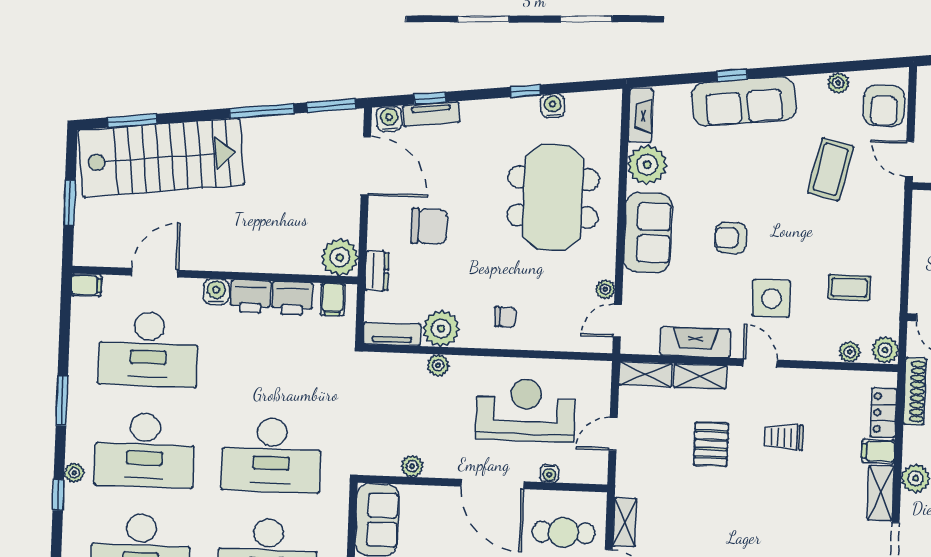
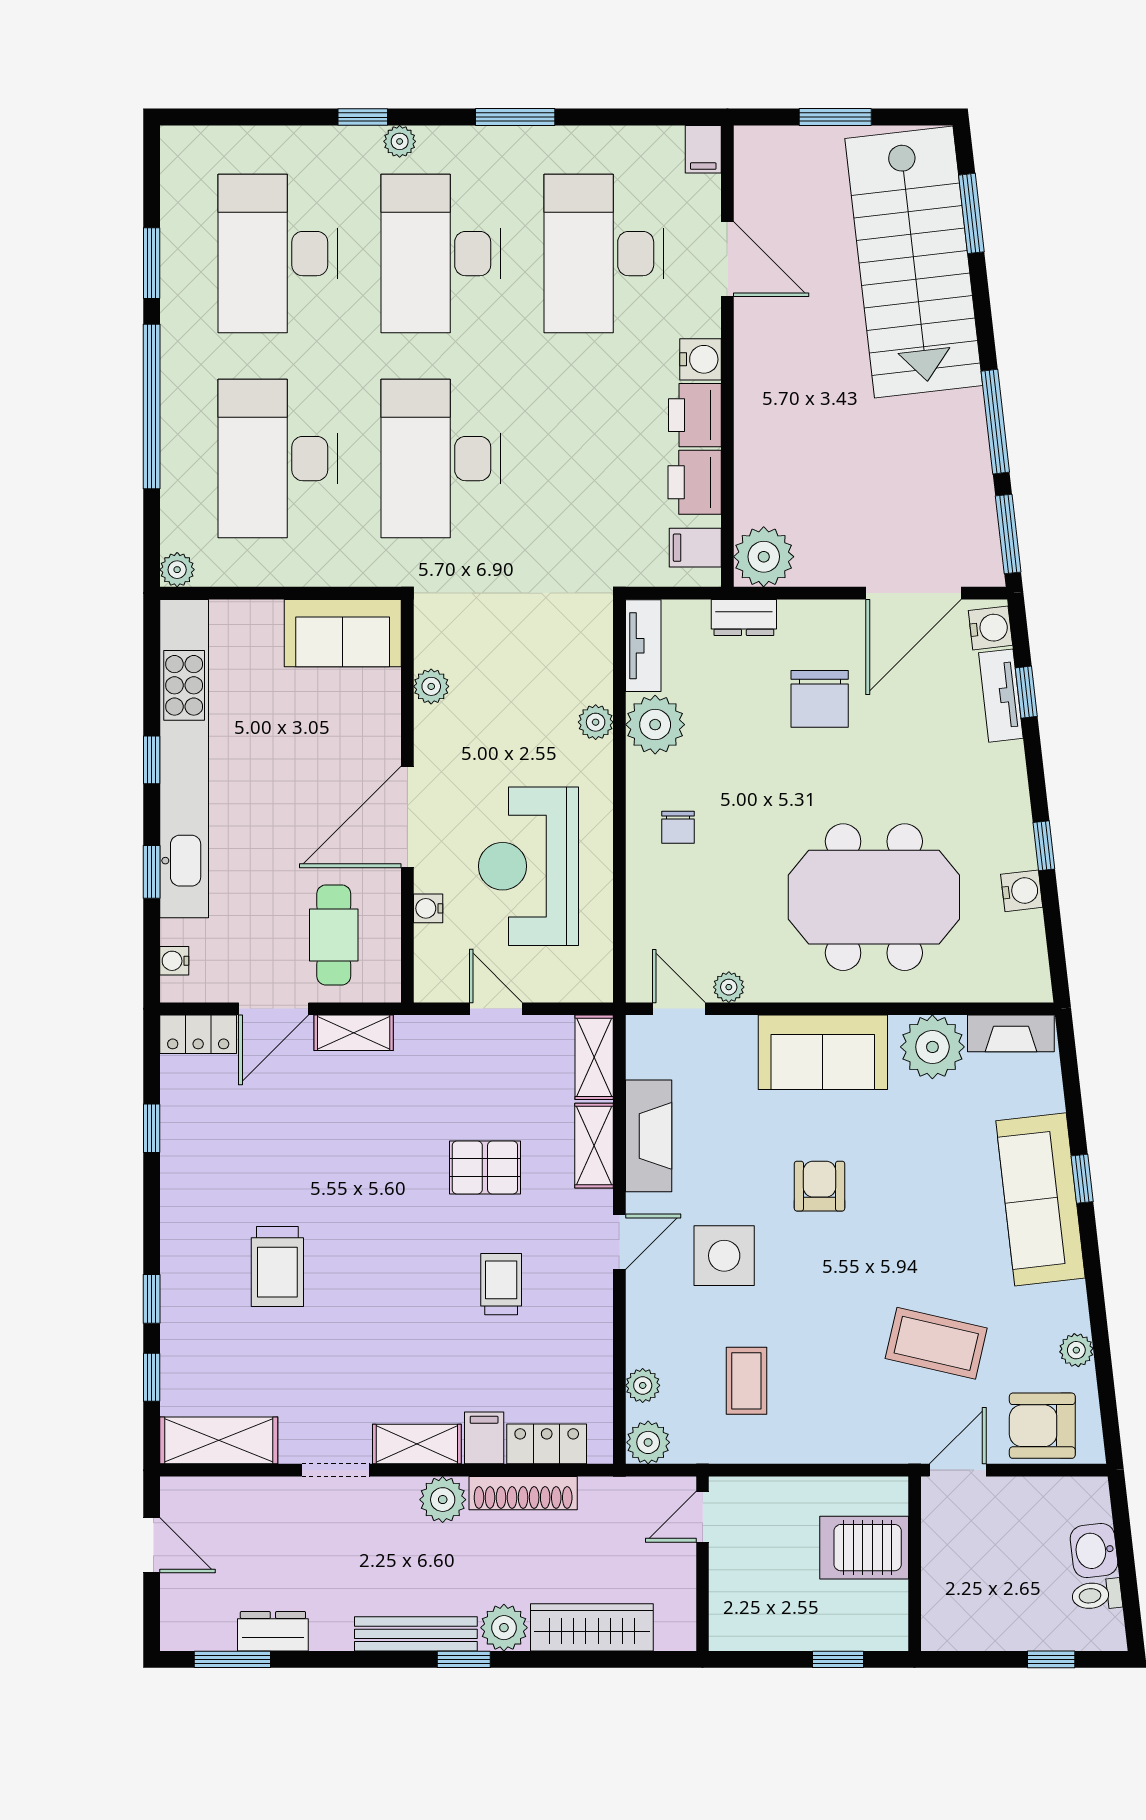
shoe rack: (915, 391) -> (523, 1493), moved
reception desk: (526, 410) -> (528, 866), turned 180

